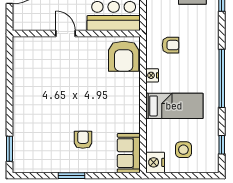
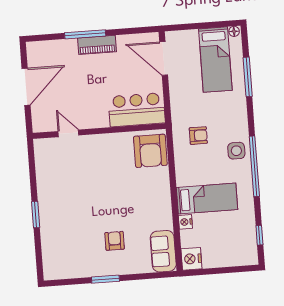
door: (66, 34) -> (68, 133), moved
nightstand: (152, 75) -> (185, 222), moved
window: (9, 149) -> (36, 215), moved
side table: (183, 150) -> (236, 151), moved

